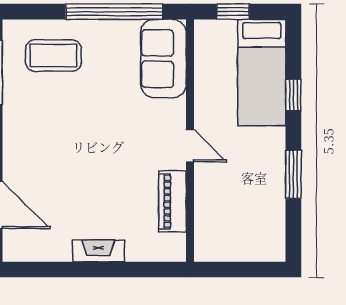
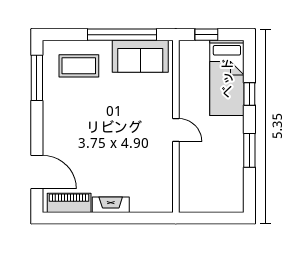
sofa: (163, 59) -> (140, 56), moved, turned -90
piano: (172, 201) -> (69, 203), moved, turned 90

